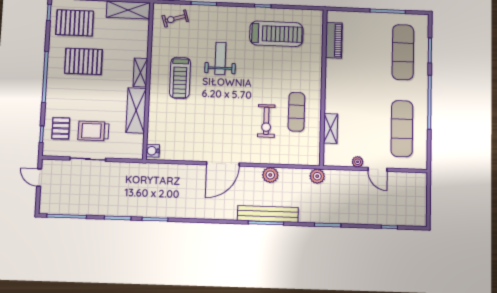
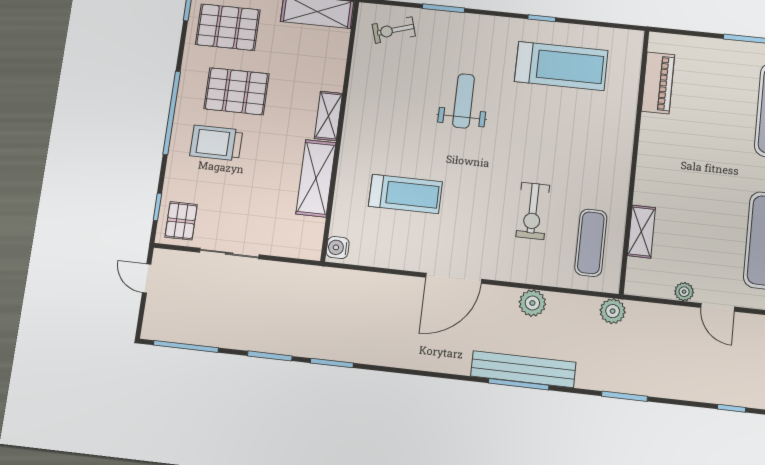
treadmill: (180, 78) -> (405, 194), moved, turned -90
exercise mat: (296, 112) -> (591, 243), moved
pallet: (61, 128) -> (181, 221), moved
trolley: (93, 131) -> (216, 143), moved

